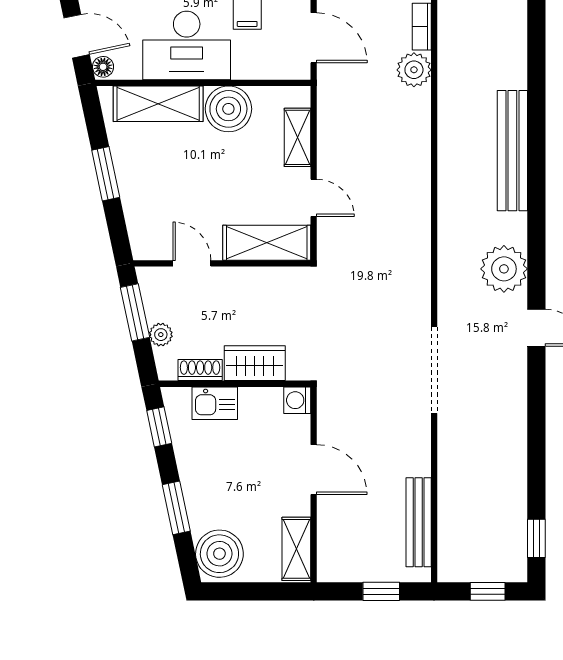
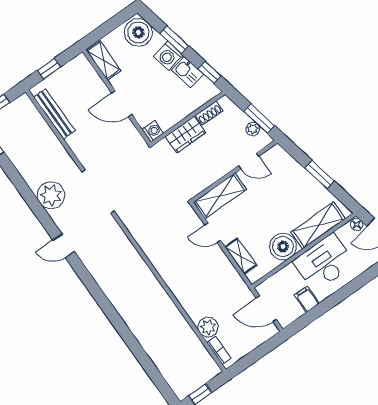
bench: (512, 151) -> (134, 322), removed
plant: (504, 269) -> (51, 195), moved
plant: (161, 335) -> (253, 129), moved
kitchen sink: (215, 403) -> (187, 72), moved, turned -102
washing machine: (200, 491) -> (168, 56), added

